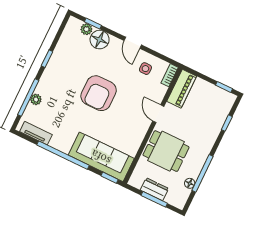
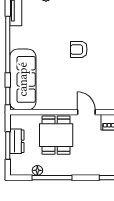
armchair: (99, 93) -> (79, 49), width x0.53, depth x0.53
door: (158, 114) -> (86, 112), hinge flipped

